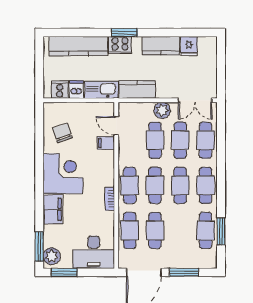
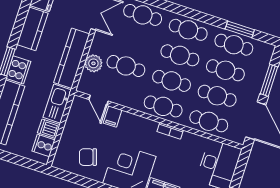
kitchen counter: (137, 89) -> (72, 58), width x1.50
plant: (162, 110) -> (93, 63), moved
door: (116, 126) -> (98, 100), hinge flipped
cafe table: (180, 140) -> (225, 70), moved

